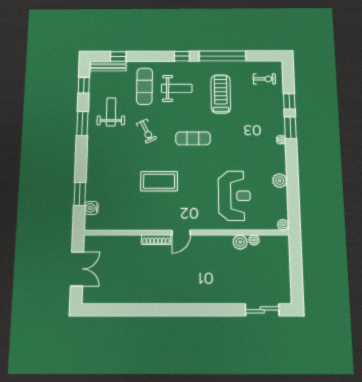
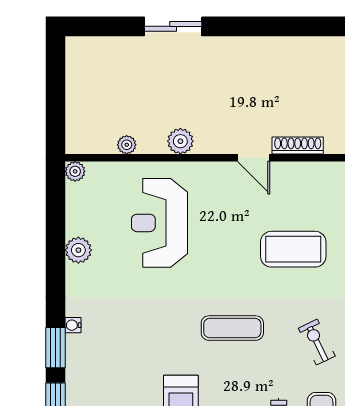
door: (181, 233) -> (254, 158), swing flipped
plant: (240, 242) -> (180, 141), moved
sliding door: (262, 310) -> (173, 26), moved

